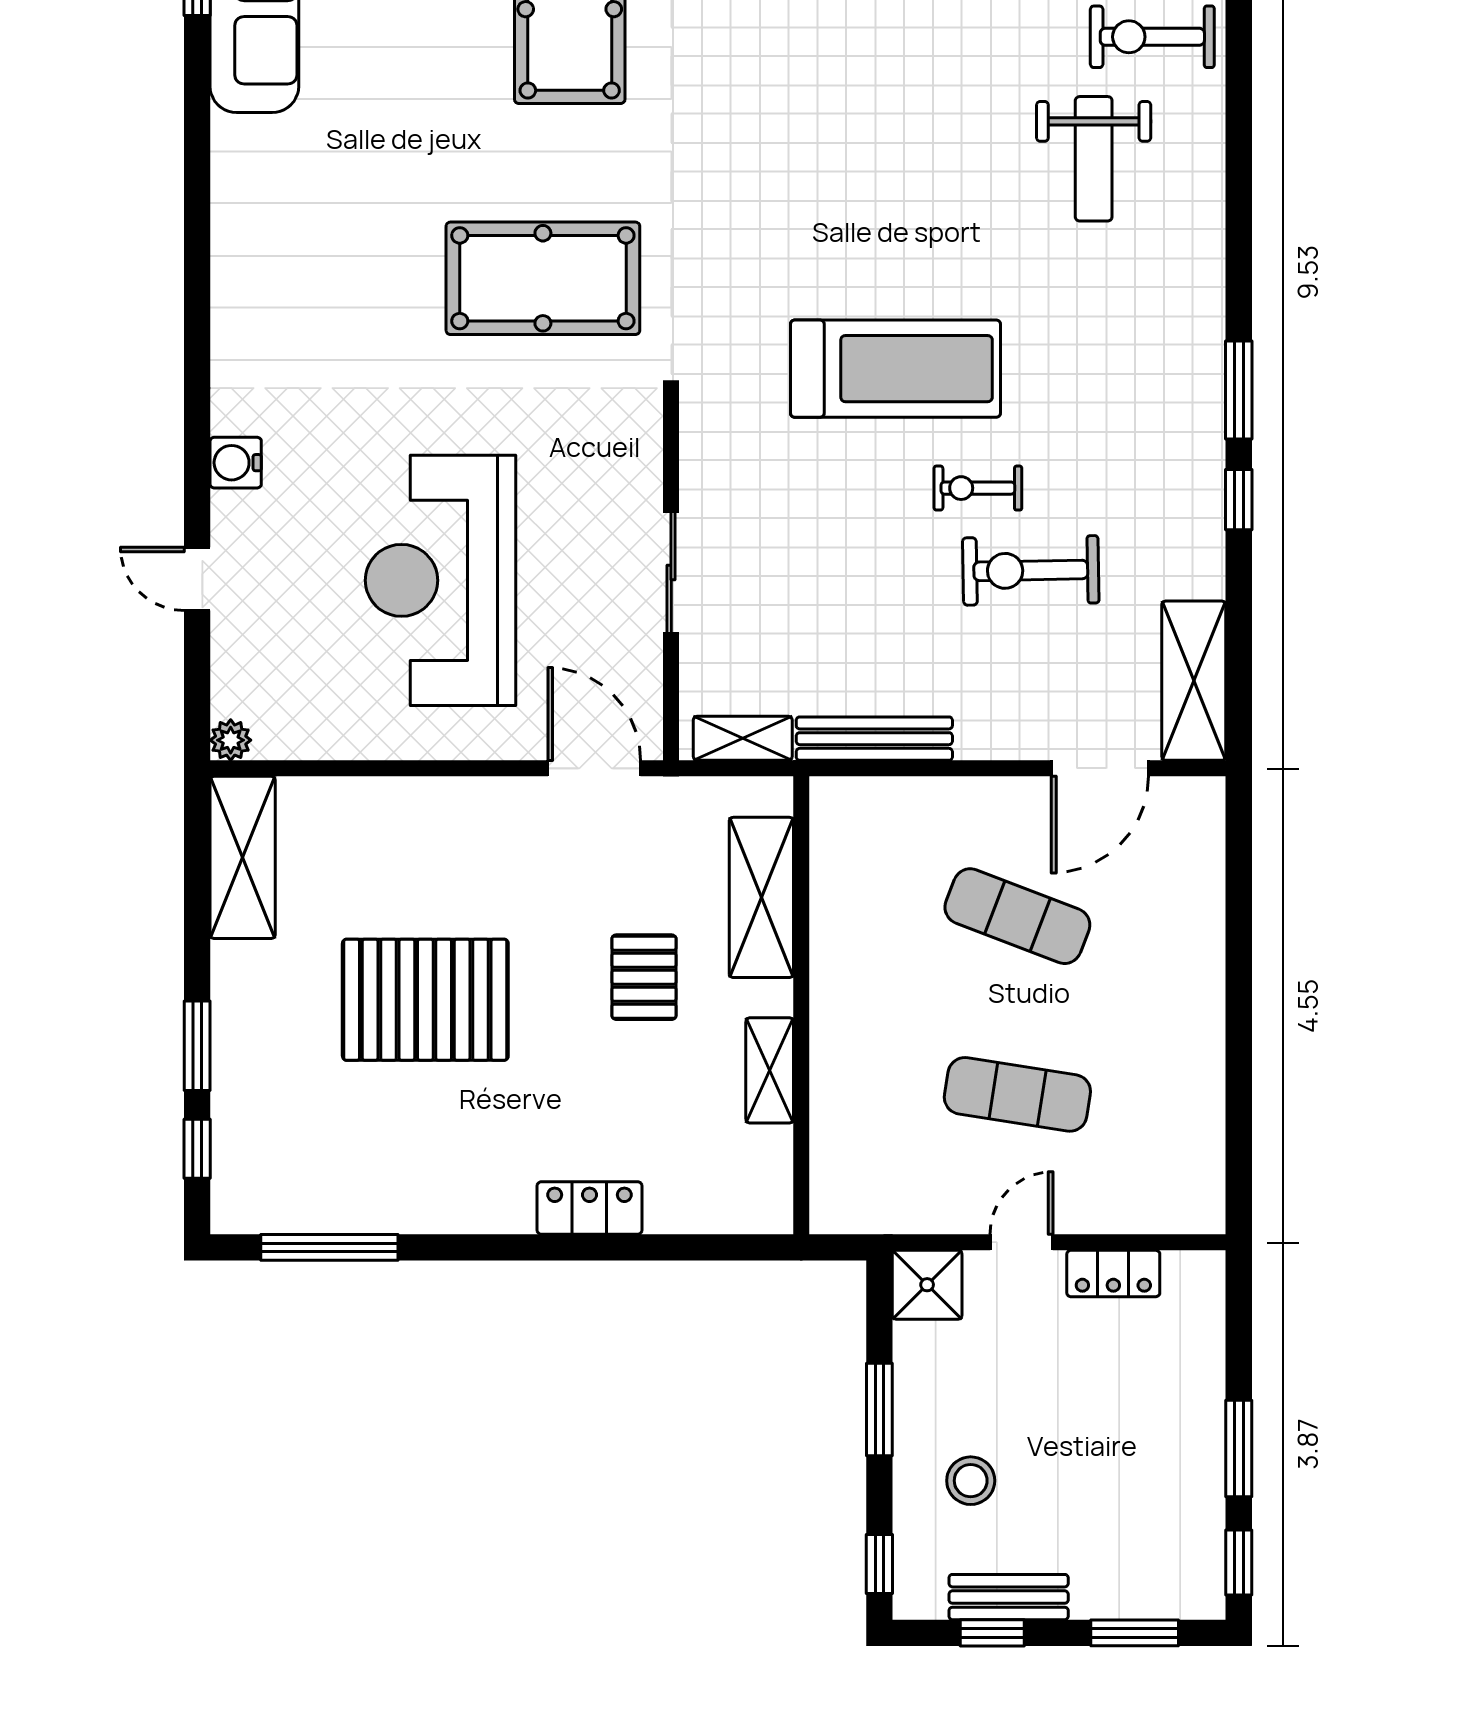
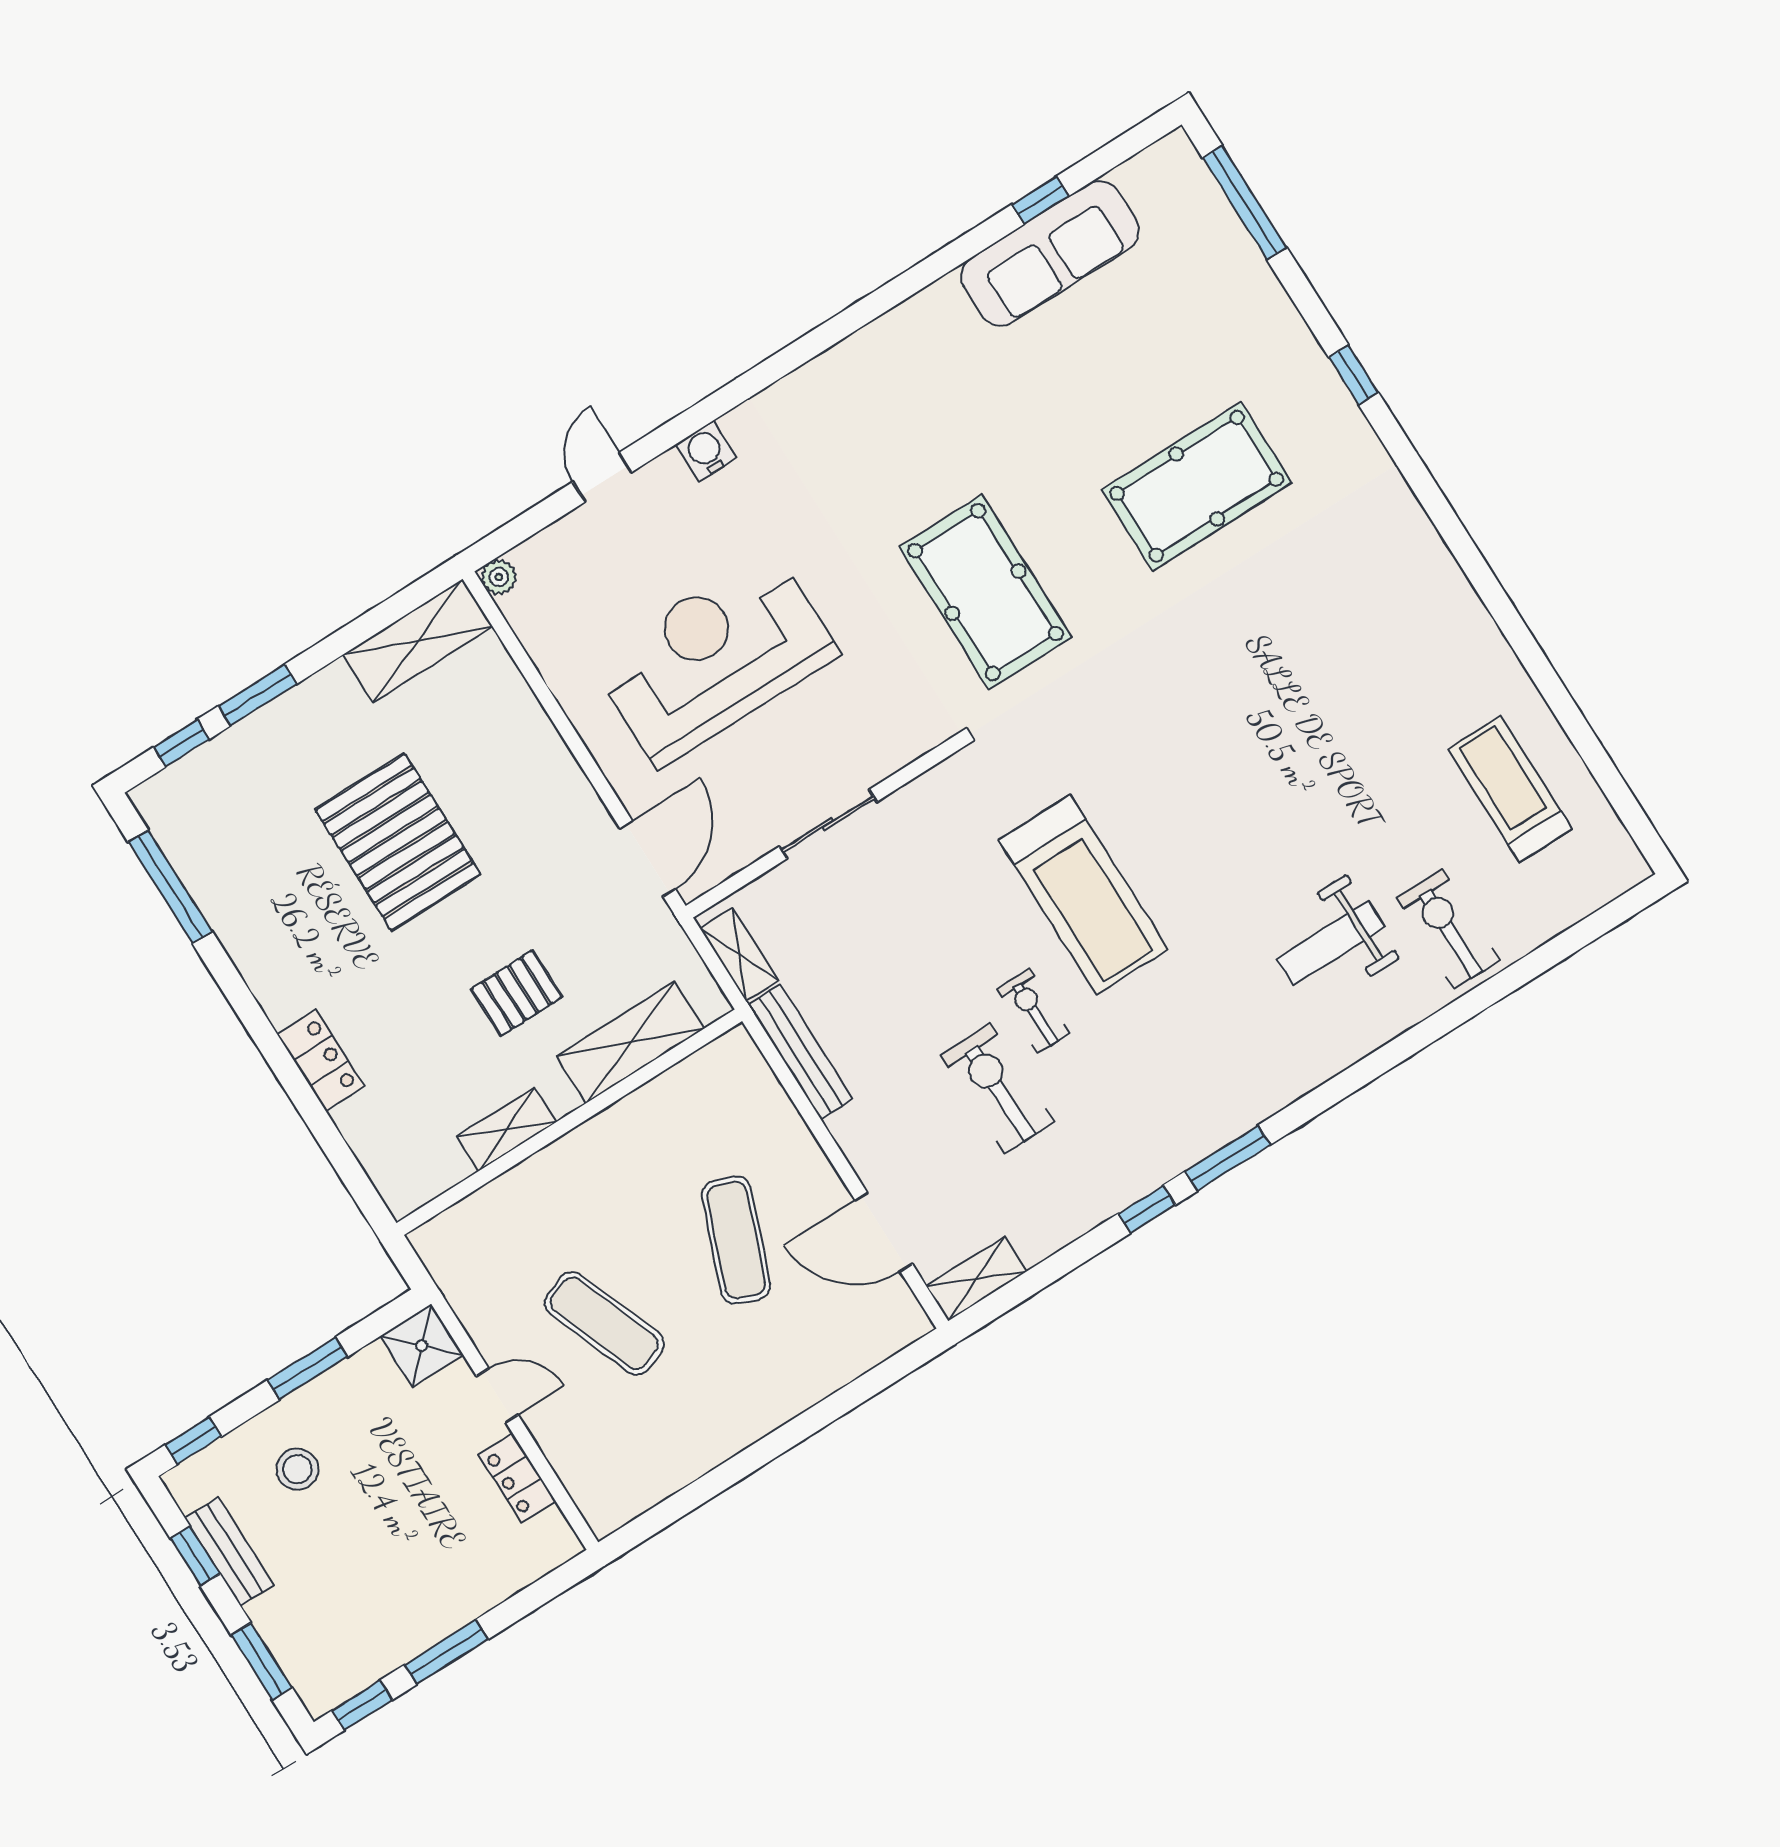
shelving: (1194, 681) -> (976, 1279), width x0.67, depth x0.75
exercise mat: (1017, 1094) -> (604, 1323), turned -30

